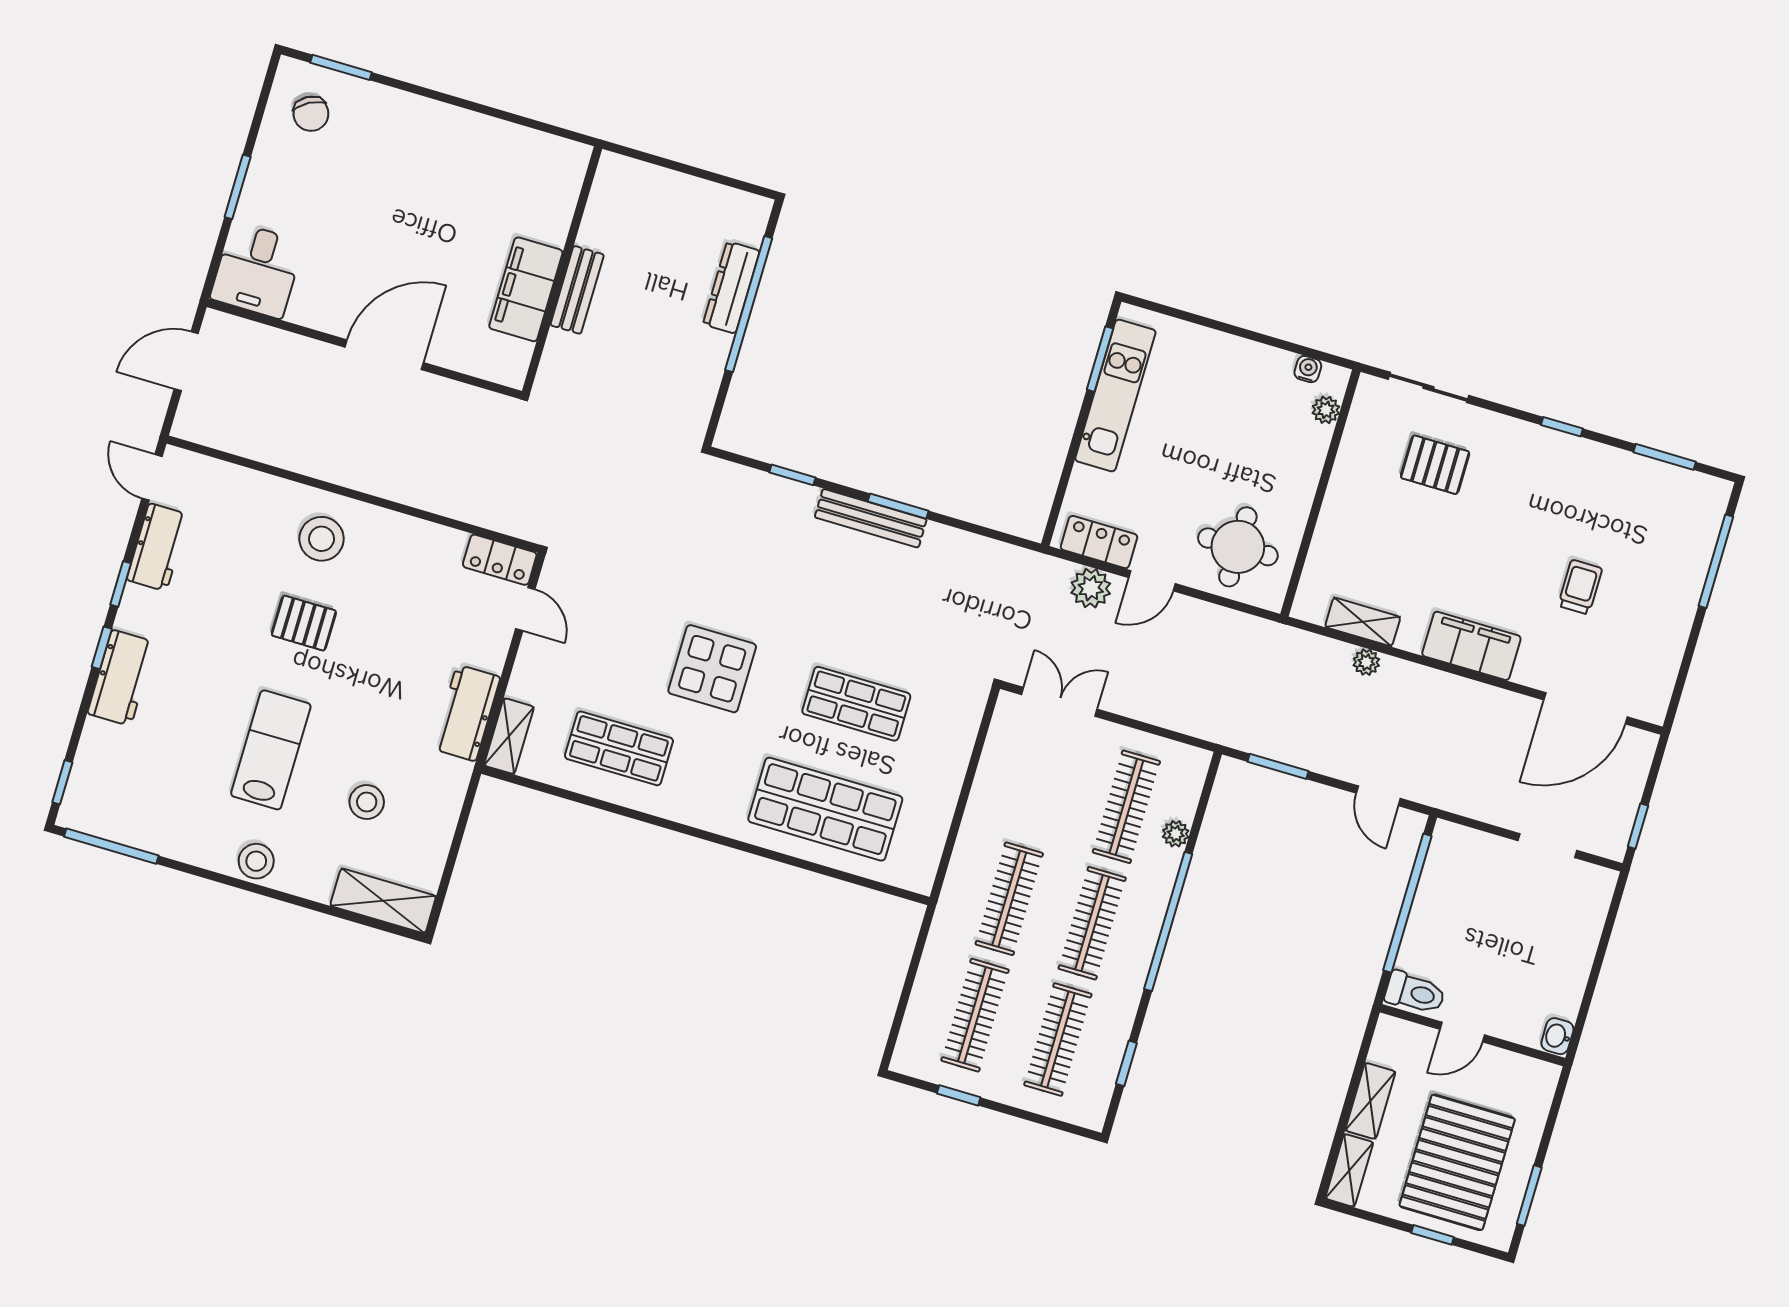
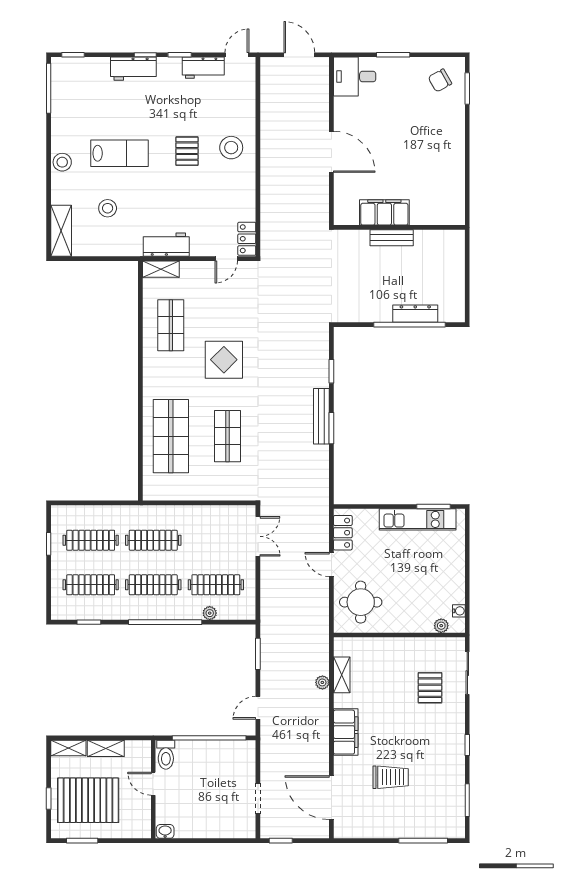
trolley: (1580, 587) -> (391, 777), width x1.36, depth x1.39
plant: (1091, 588) -> (319, 535), removed

